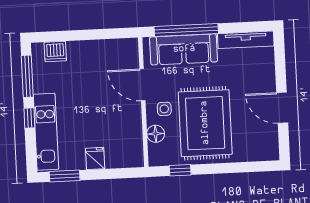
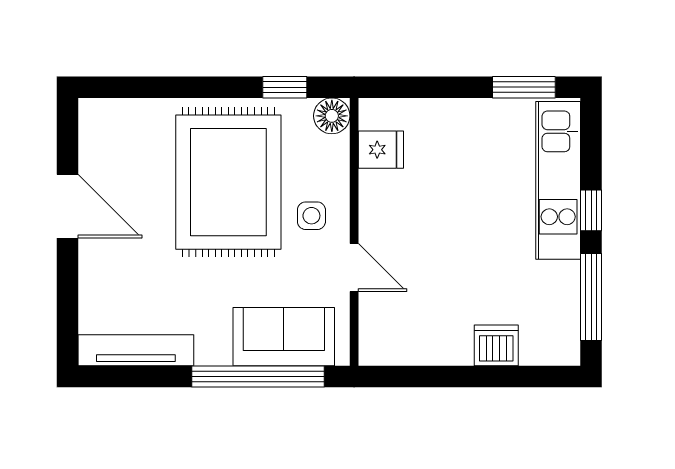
sofa: (184, 49) -> (284, 337), width x0.73
dishwasher: (55, 51) -> (496, 345), moved
door: (142, 85) -> (354, 268), width x0.73
floor lamp: (156, 134) -> (332, 116), moved
fridge: (95, 158) -> (381, 150), moved, turned -90

